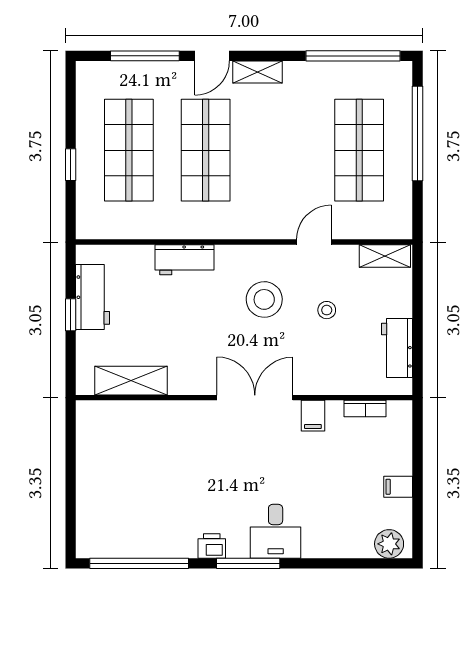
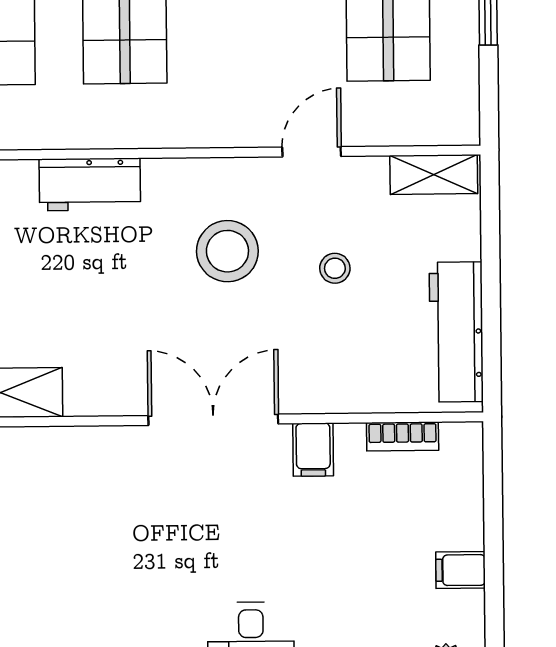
workbench: (397, 348) -> (456, 332), width x1.38

